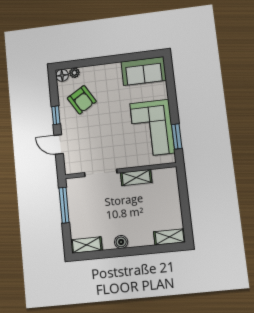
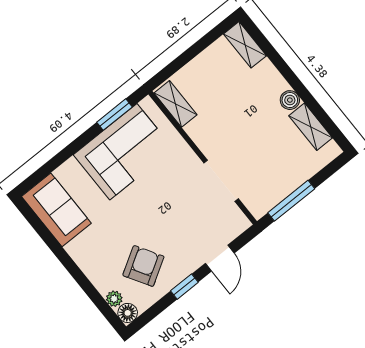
shelving: (136, 177) -> (175, 104), moved
shelving: (86, 245) -> (311, 127), moved

